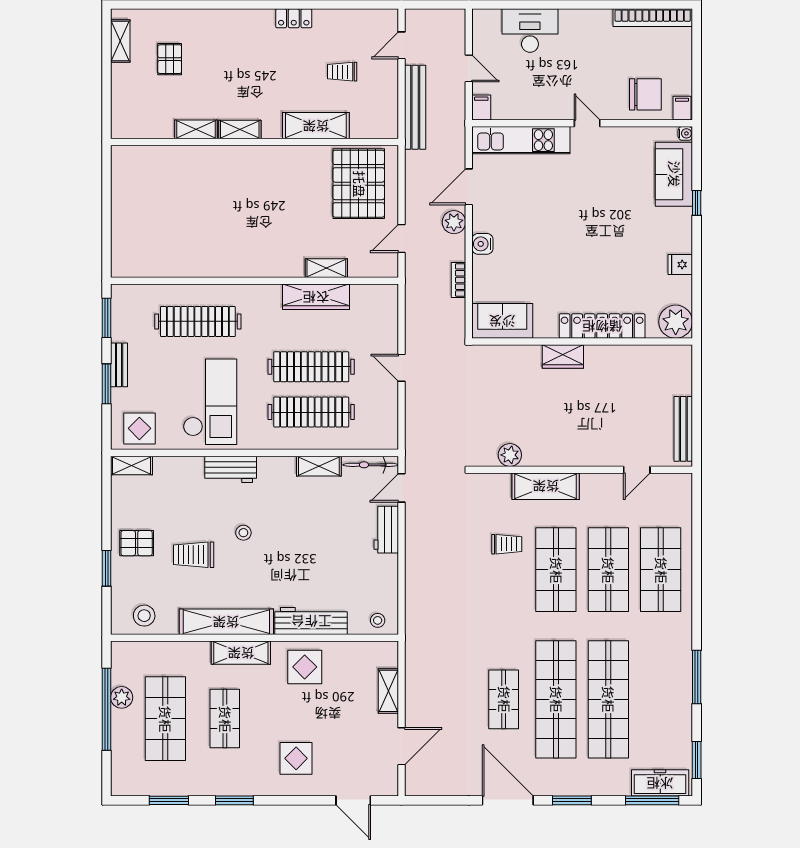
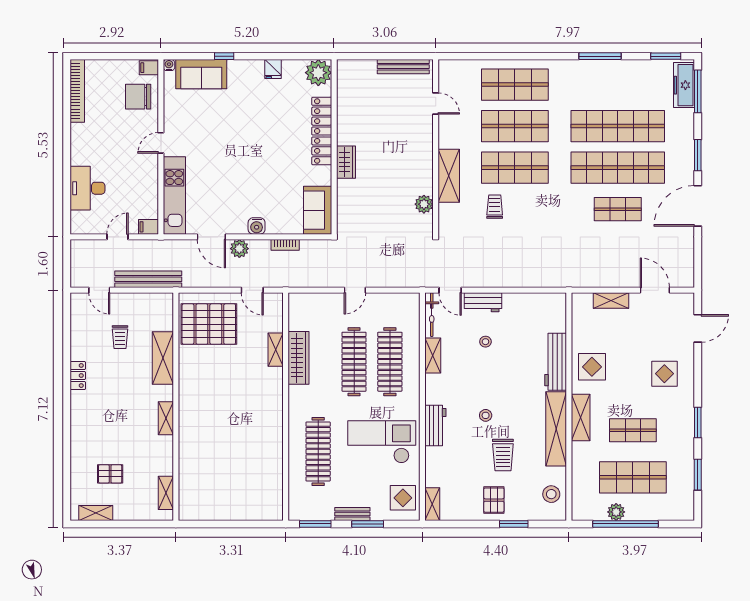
chair: (645, 94) -> (138, 97), turned -90
shelving: (196, 129) -> (166, 493), moved
stool: (378, 620) -> (485, 342), moved

